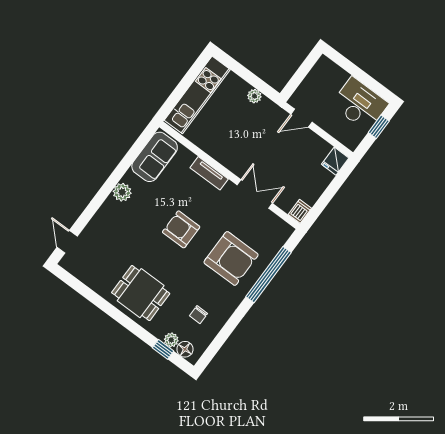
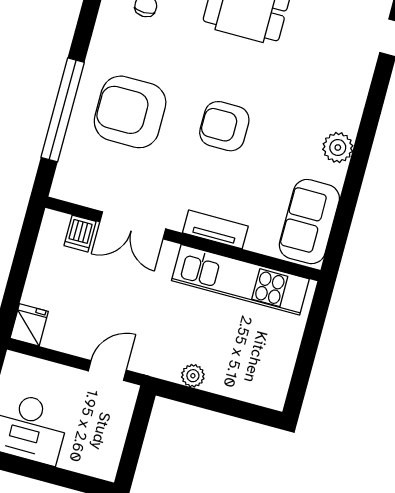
kitchen unit: (197, 95) -> (240, 280), moved, turned -90
dishwasher: (300, 211) -> (80, 234), moved
armchair: (181, 229) -> (224, 126), turned 180

